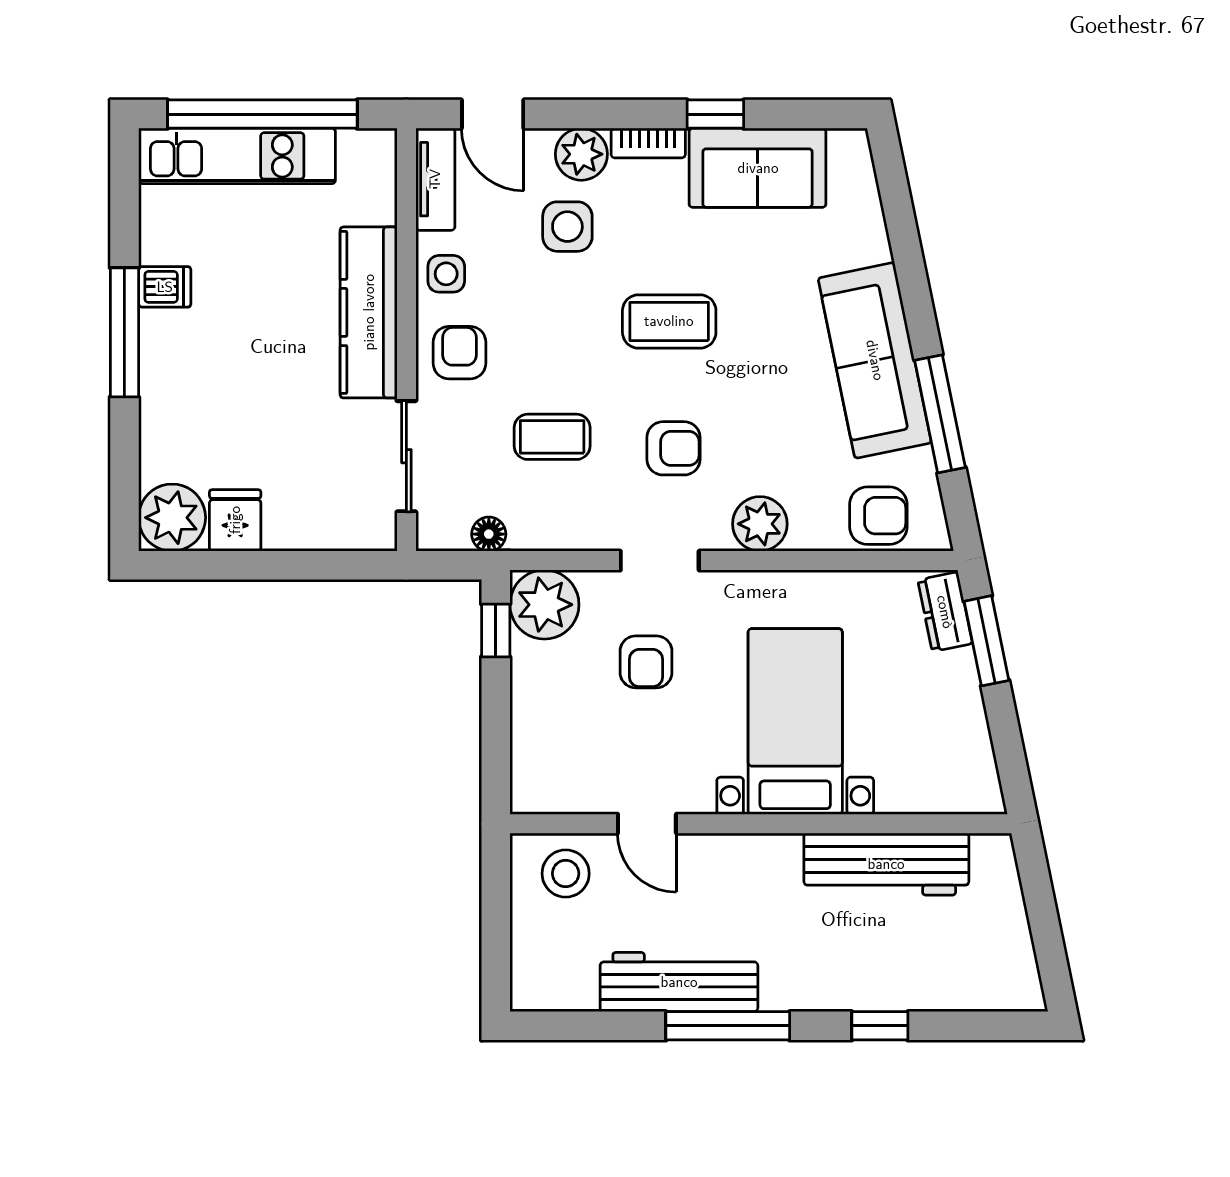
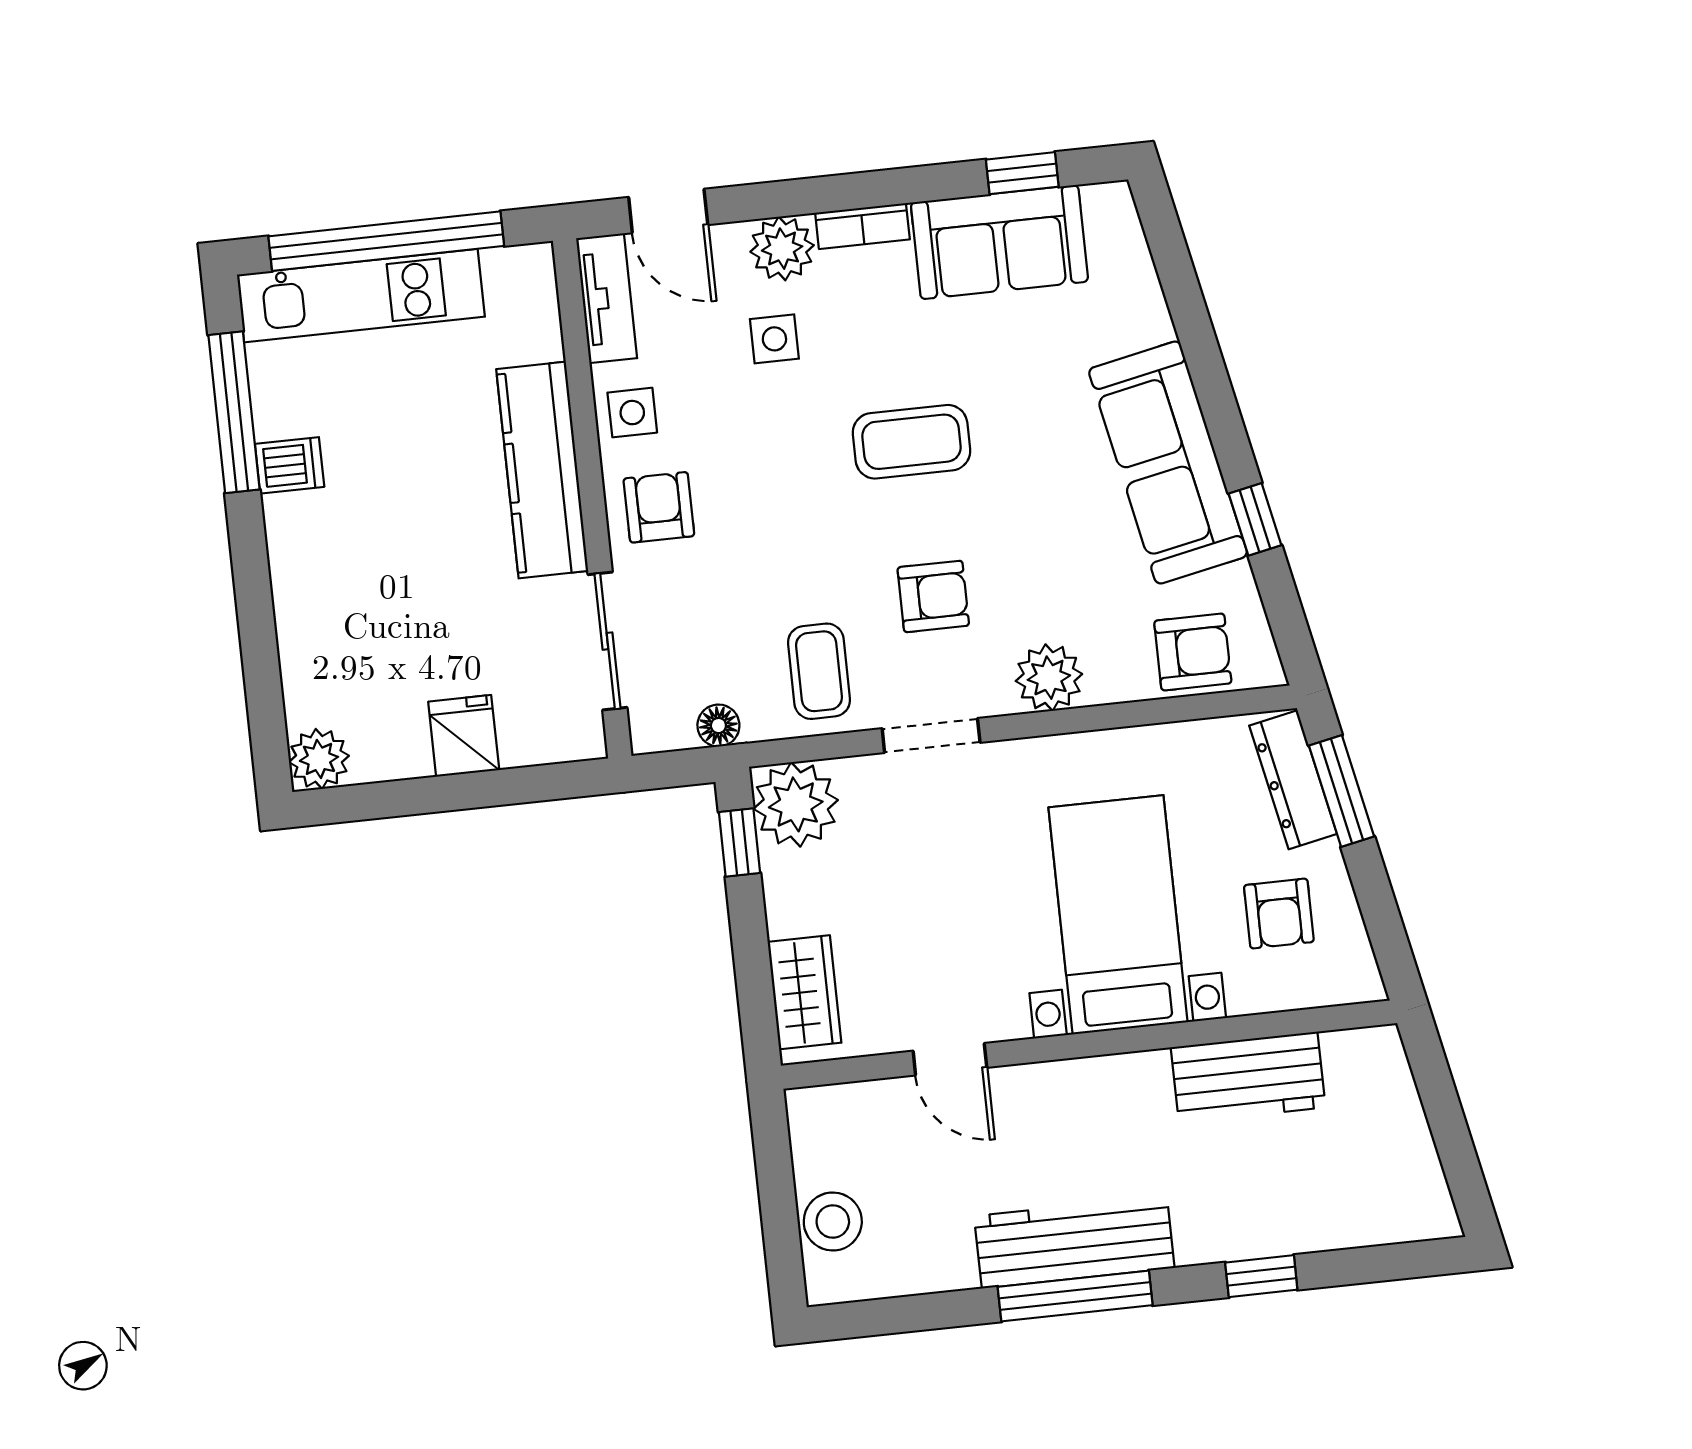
window: (715, 114) -> (1022, 173), moved
side table: (567, 227) -> (774, 339), width x0.73, depth x0.73
window: (124, 332) -> (234, 412), moved
window: (940, 414) -> (1255, 519), width x0.46
coffee table: (552, 437) -> (819, 671), moved, turned 90
plant: (172, 518) -> (319, 759), width x0.73, depth x0.73
fridge: (235, 520) -> (464, 736), moved
dresser: (945, 612) -> (1293, 780), width x1.44
armchair: (646, 662) -> (1279, 914), moved
wardrobe: (535, 757) -> (805, 992), added
workbench: (886, 864) -> (1248, 1077), width x0.73
stool: (566, 874) -> (833, 1222), moved
workbench: (679, 982) -> (1074, 1242), moved

